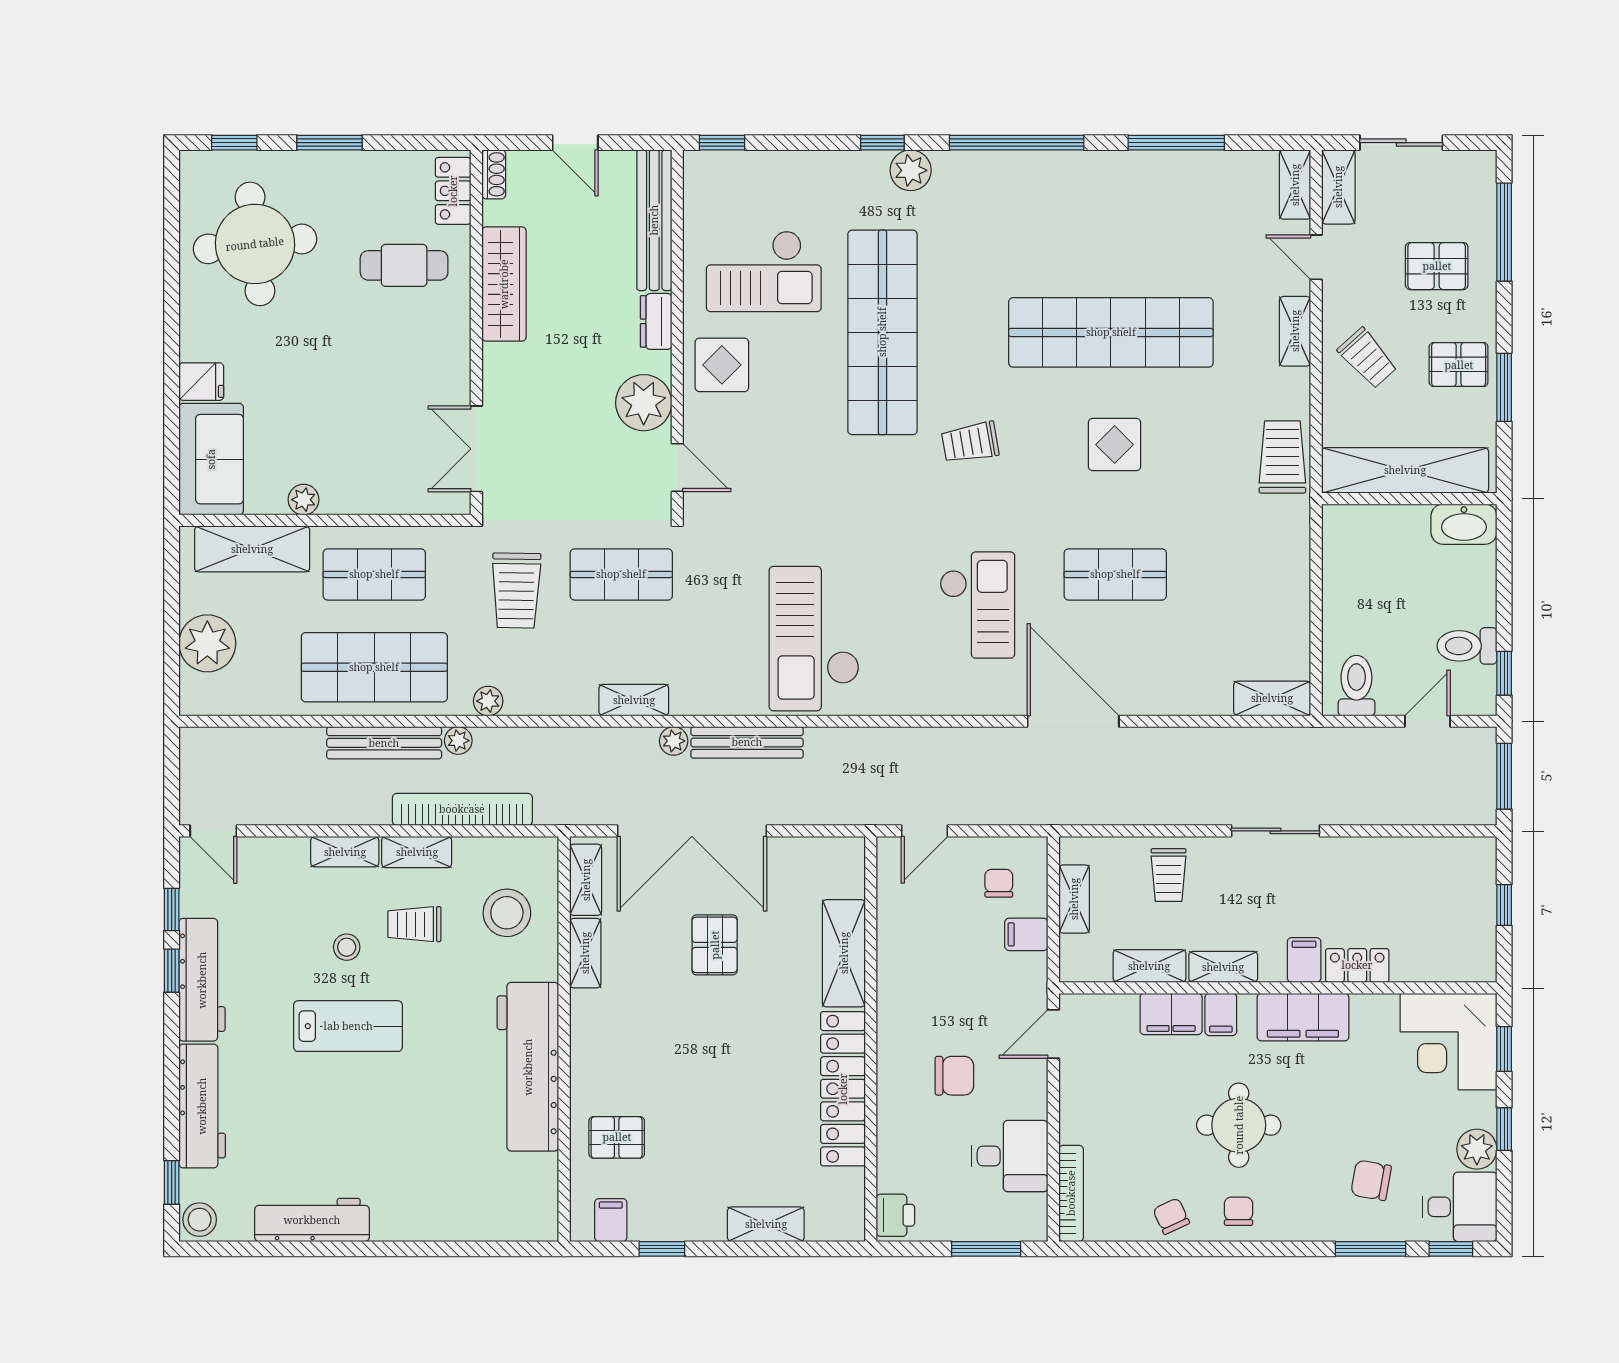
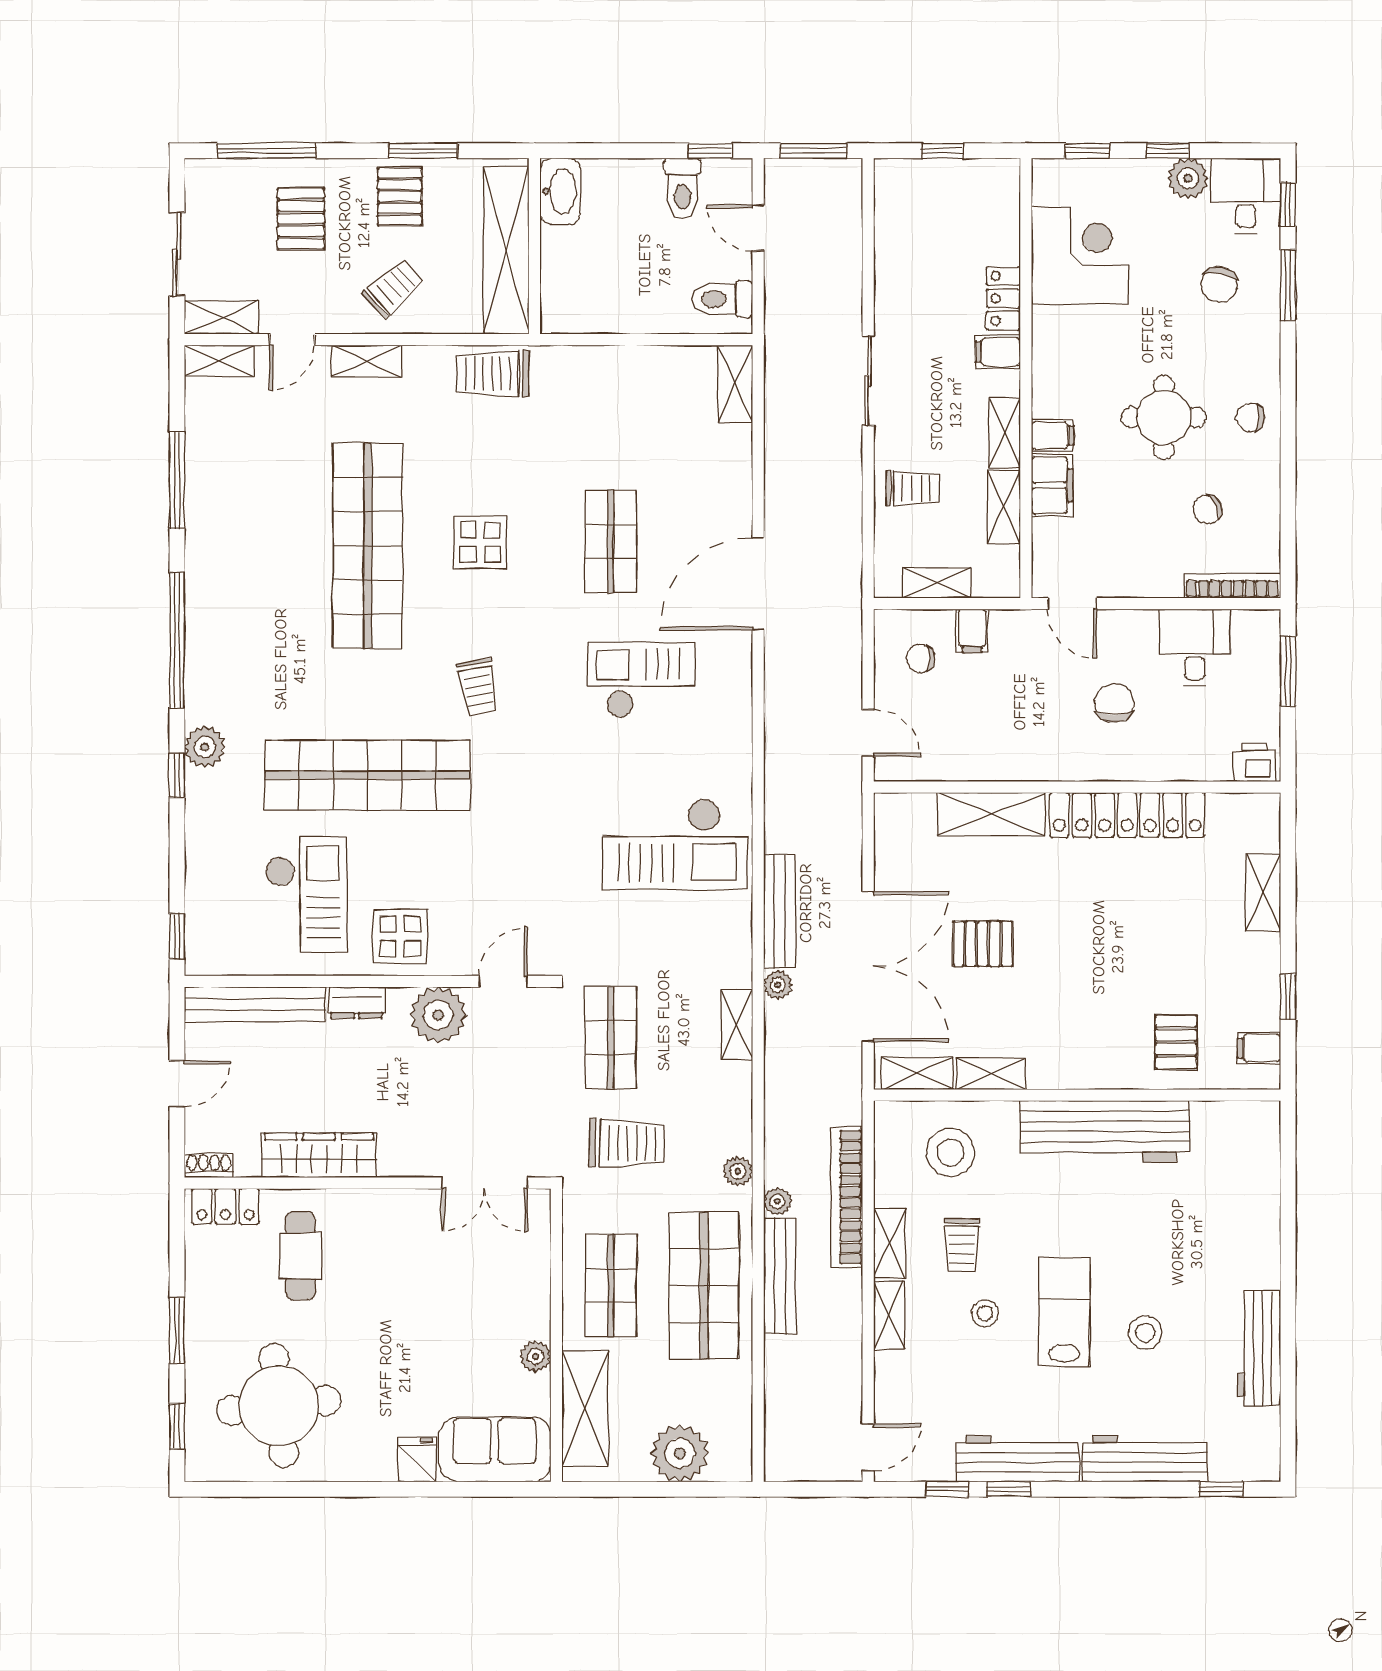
filing cabinet: (1303, 1017) -> (1055, 353), removed
corner desk: (1449, 1042) -> (1080, 255), moved, turned -90
chair: (1171, 1216) -> (1208, 509), moved
stool: (200, 1220) -> (1145, 1333), moved

